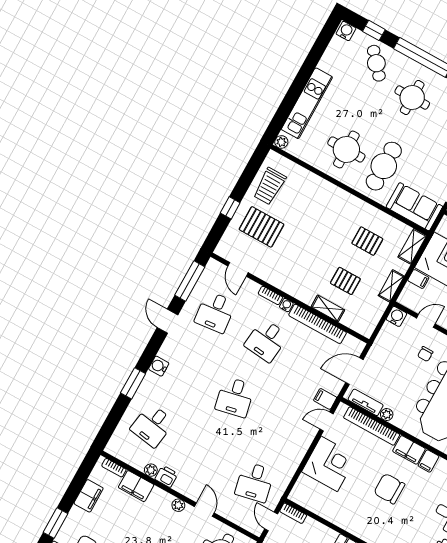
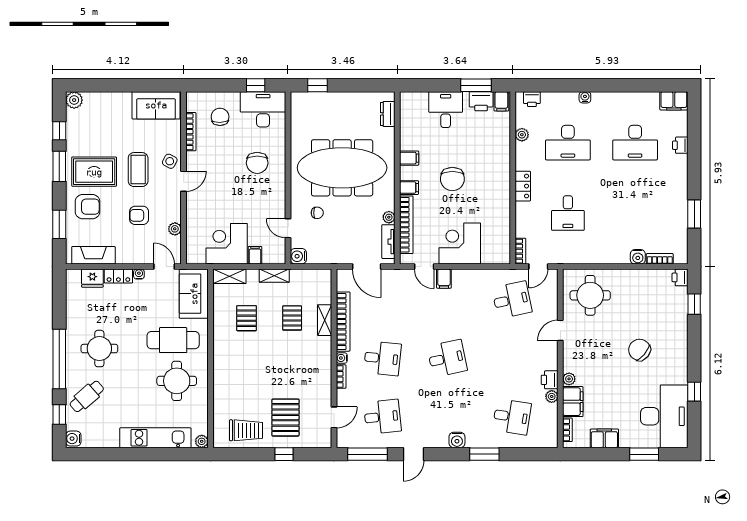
filing cabinet: (325, 399) -> (444, 279), moved
filing cabinet: (409, 450) -> (409, 188), width x0.50
plant: (178, 505) -> (569, 379), moved

